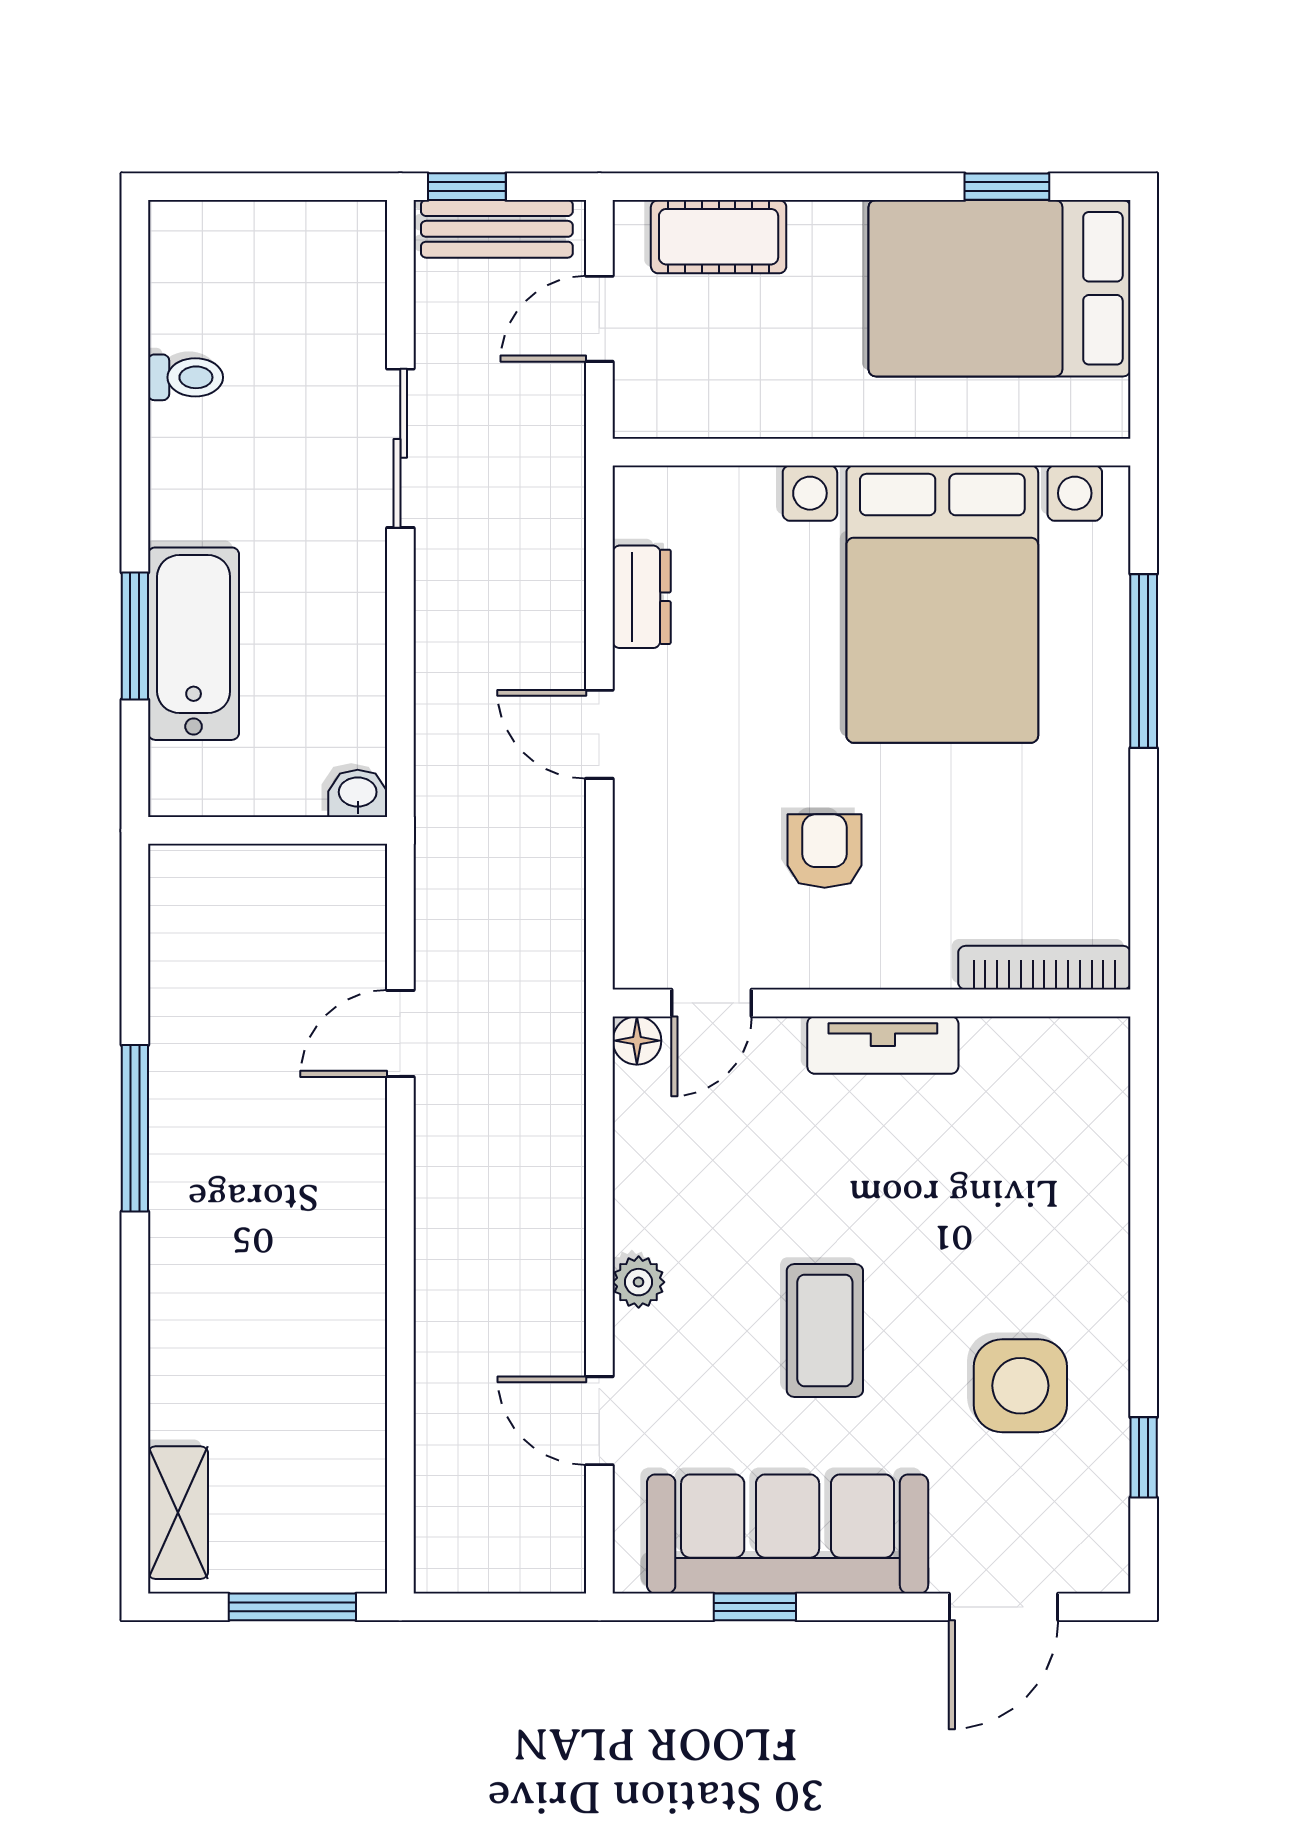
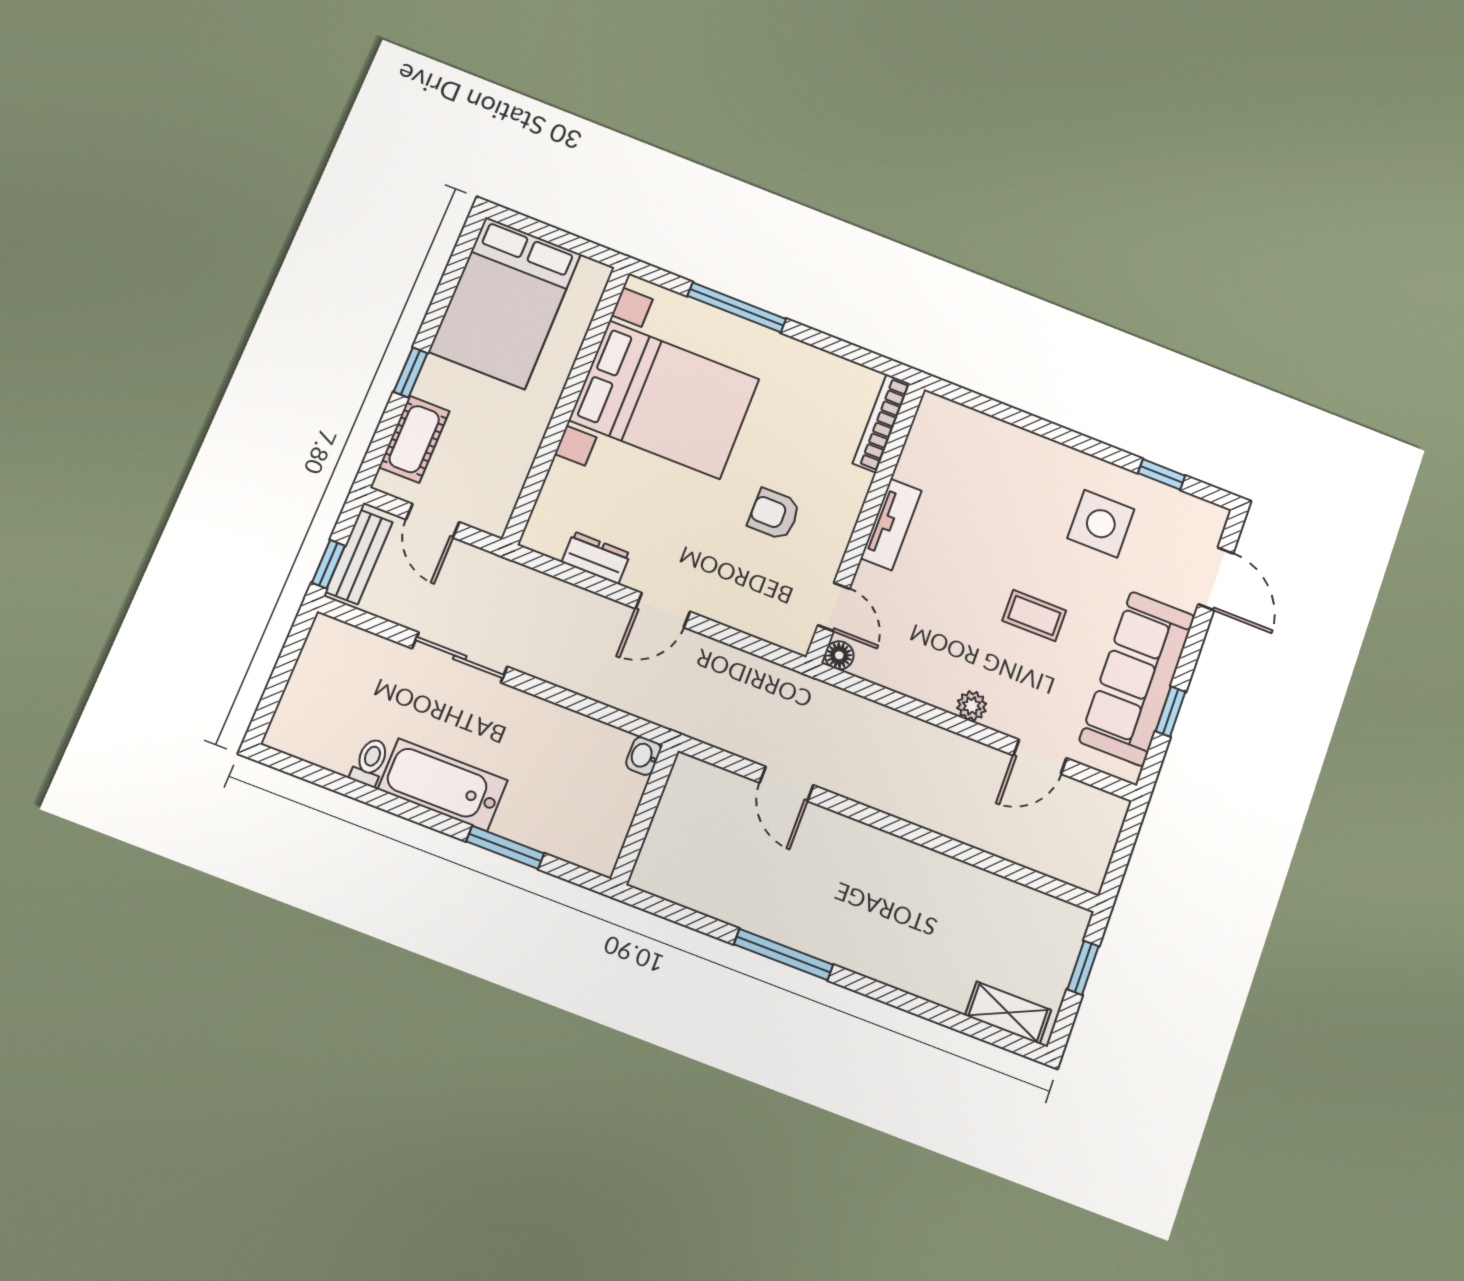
window: (1007, 187) -> (411, 372), moved
bathtub: (194, 644) -> (443, 785), moved
coffee table: (825, 1330) -> (1034, 616), width x0.73, depth x0.77
window: (292, 1607) -> (1083, 968), width x0.67

